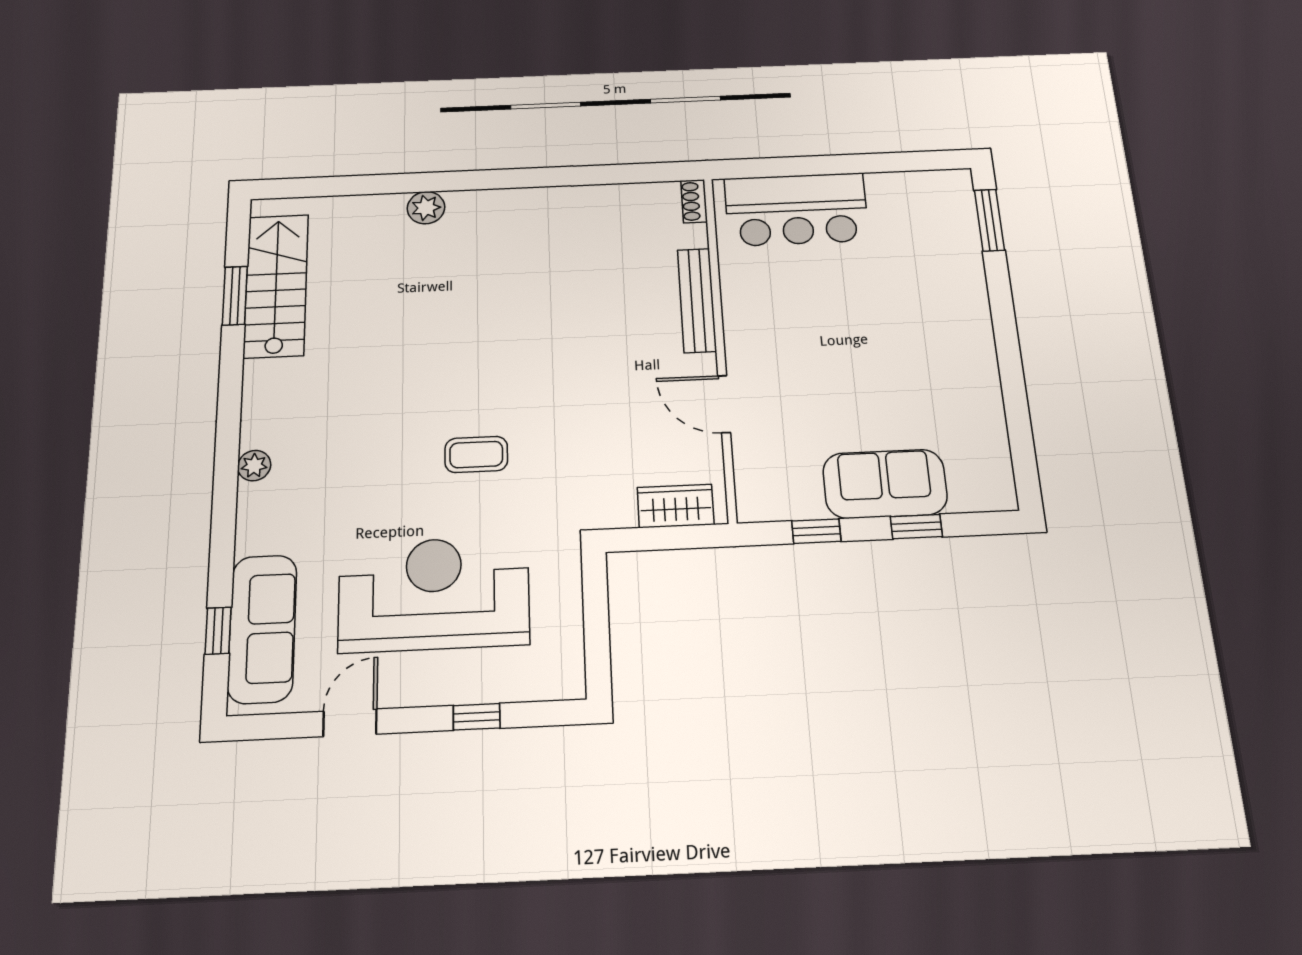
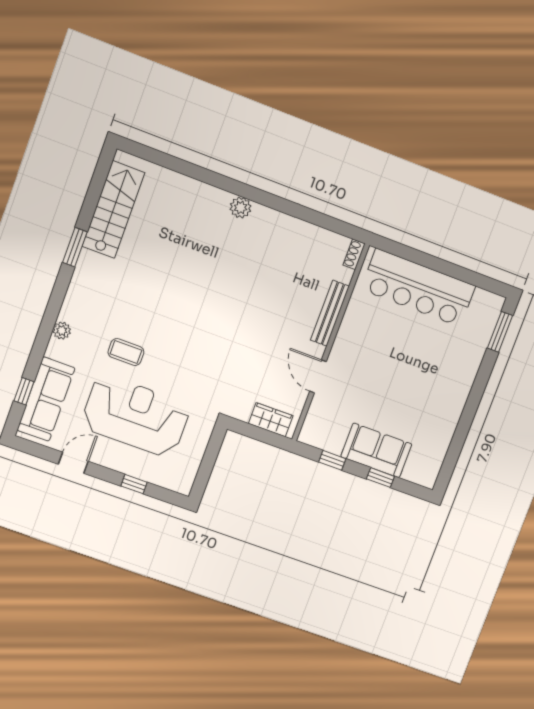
plant: (426, 208) -> (241, 208), moved
bar counter: (796, 209) -> (418, 288), width x1.36
window: (235, 296) -> (75, 247), moved
coffee table: (476, 455) -> (126, 352), moved
plant: (254, 466) -> (62, 331), moved

